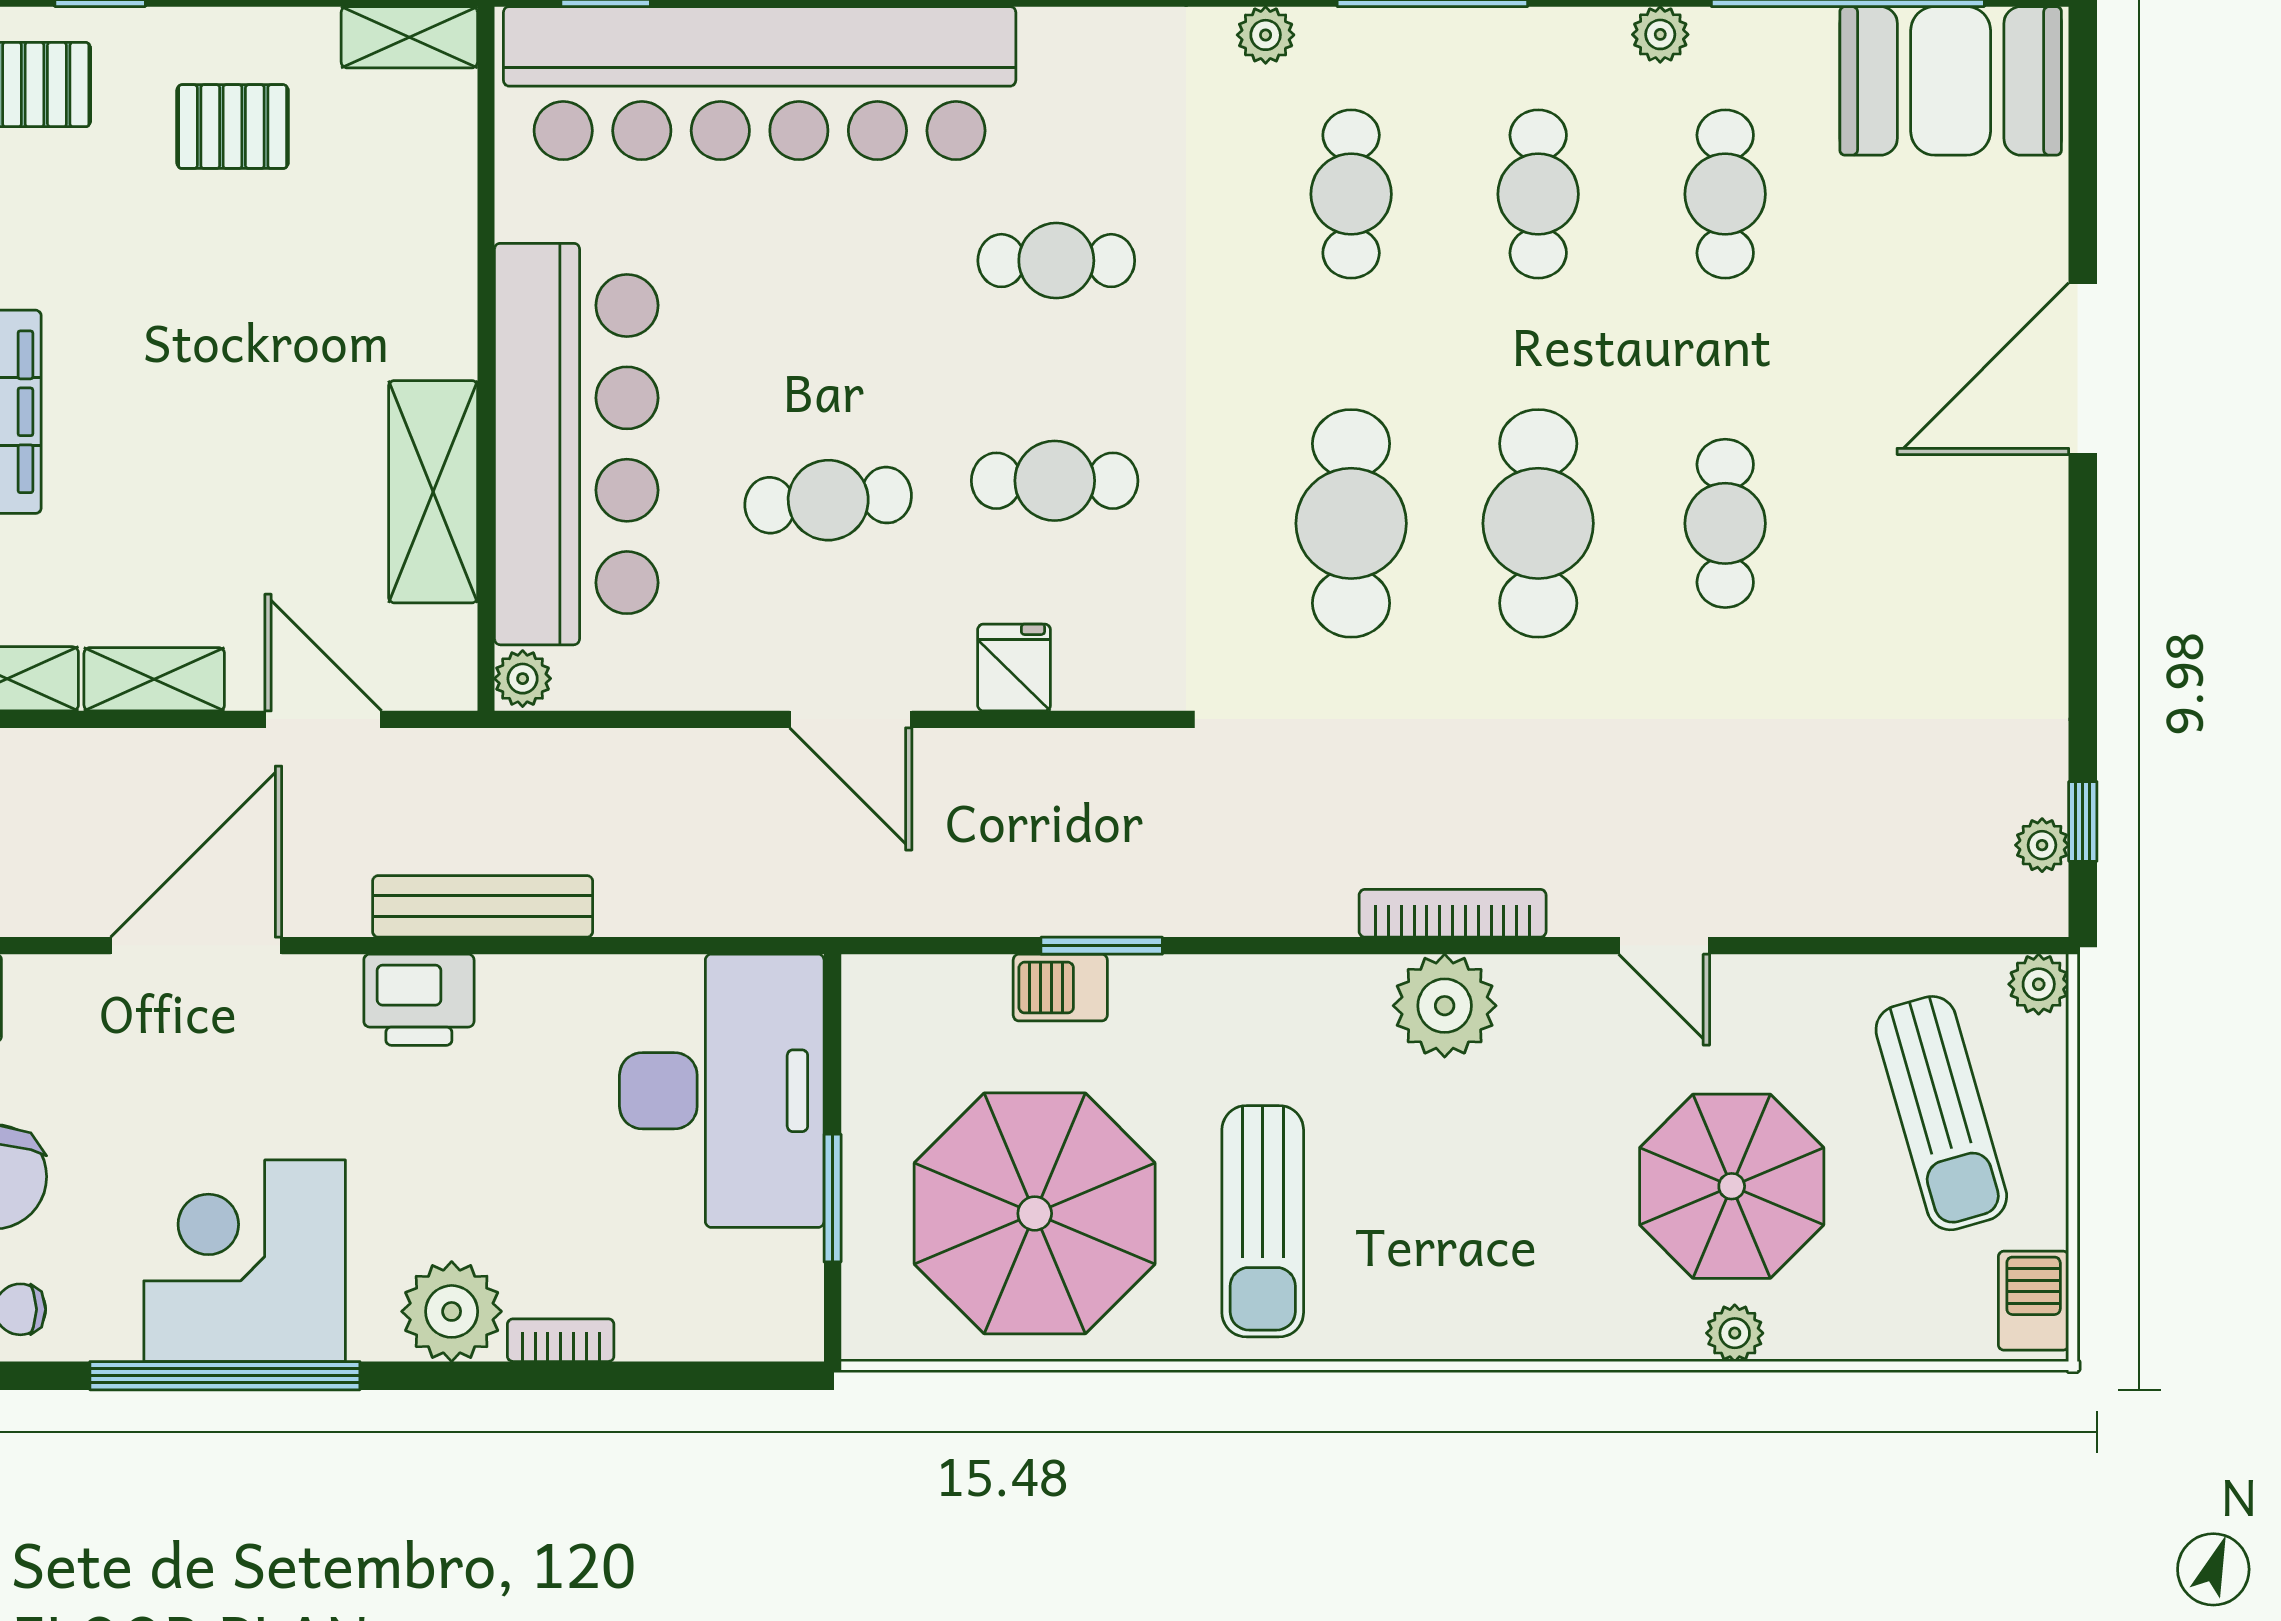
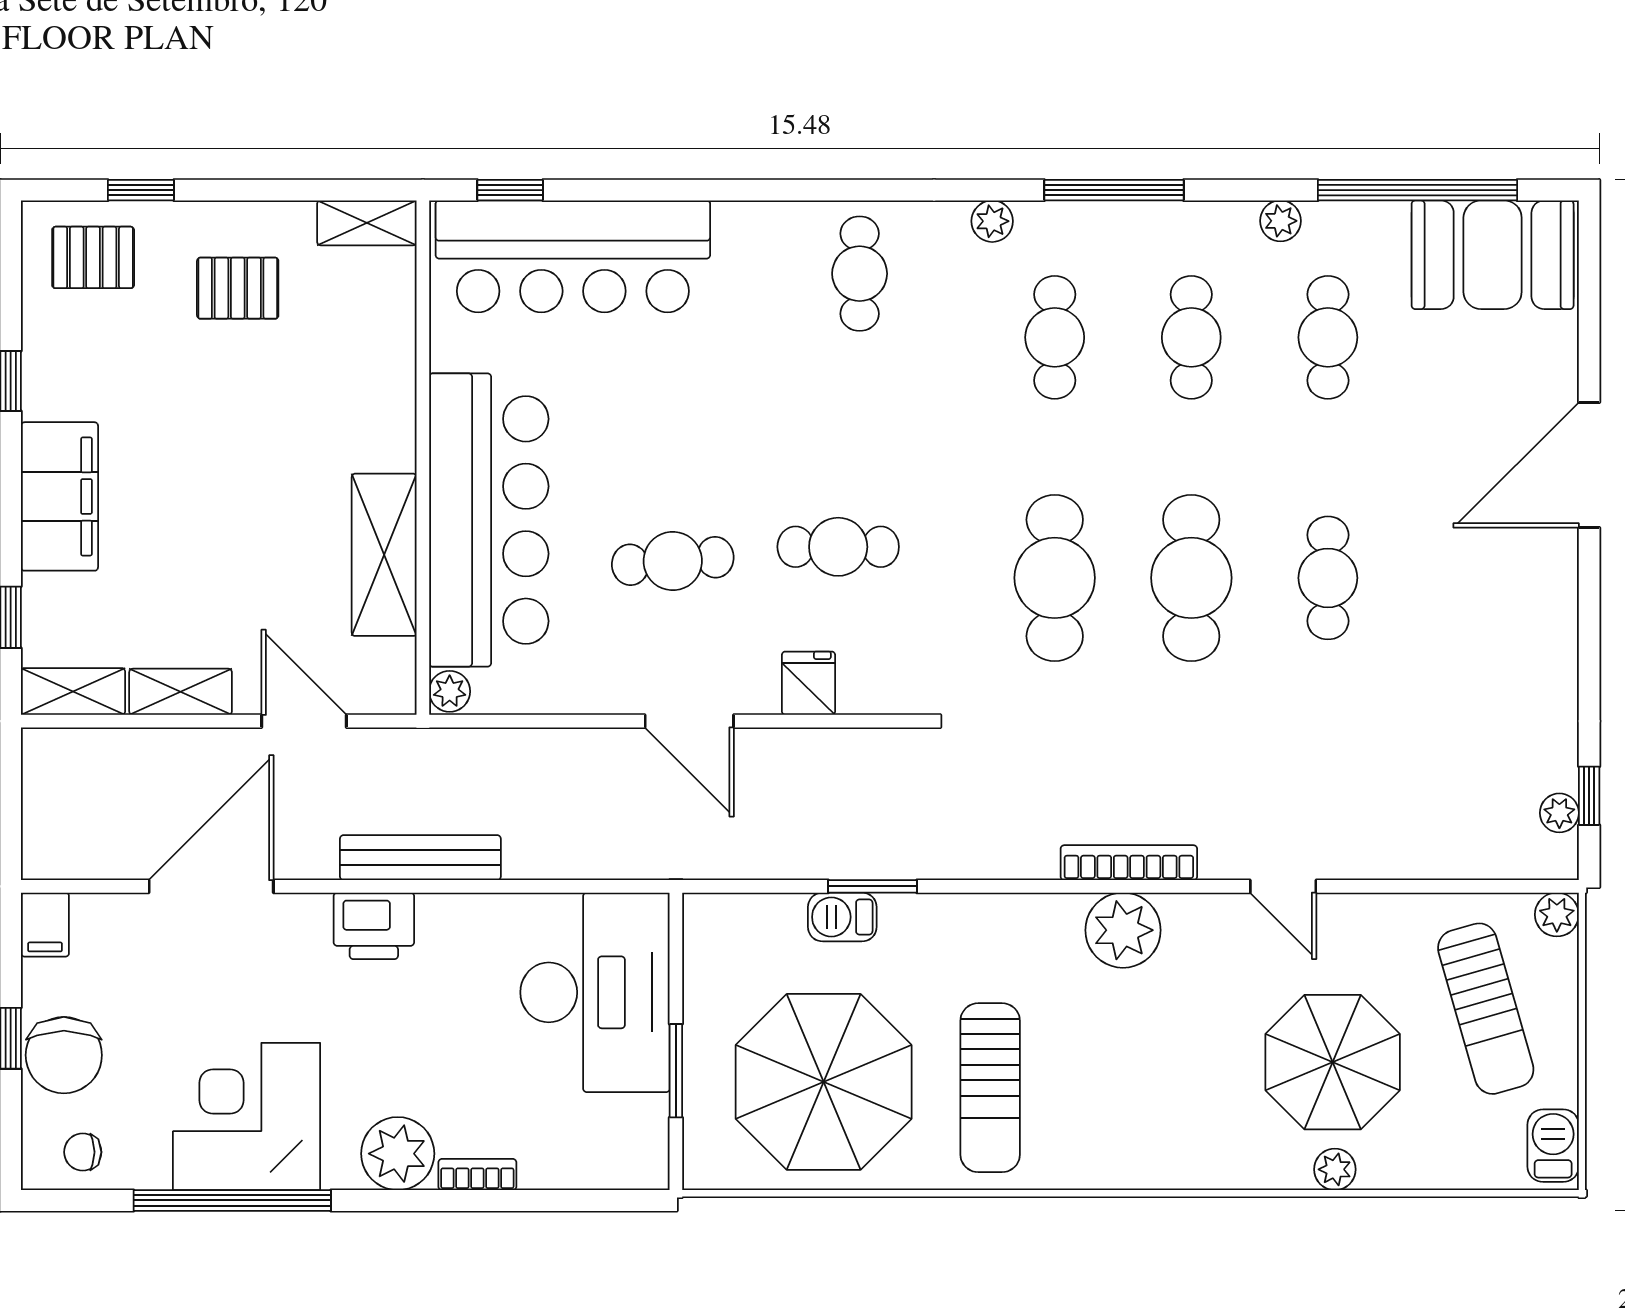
bar counter: (760, 83) -> (573, 256), width x0.73
cafe table: (1056, 261) -> (860, 274), moved, turned 90

